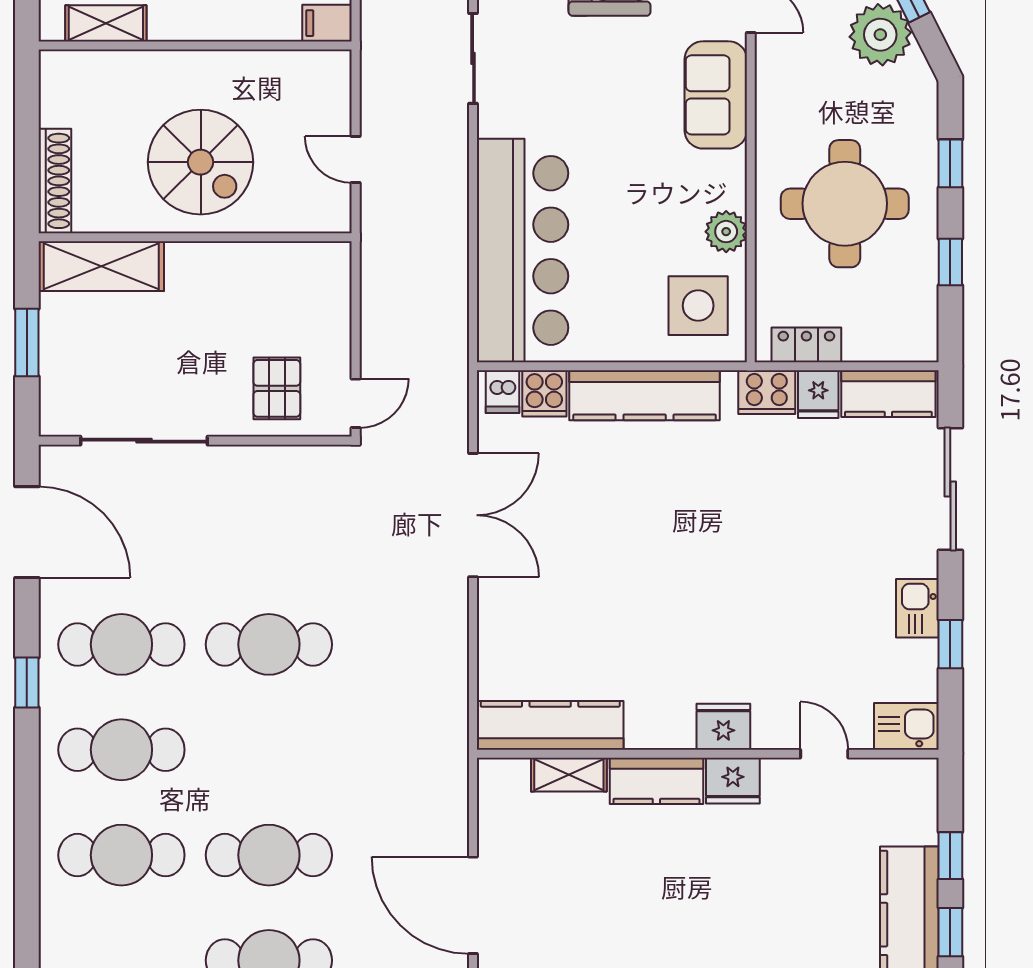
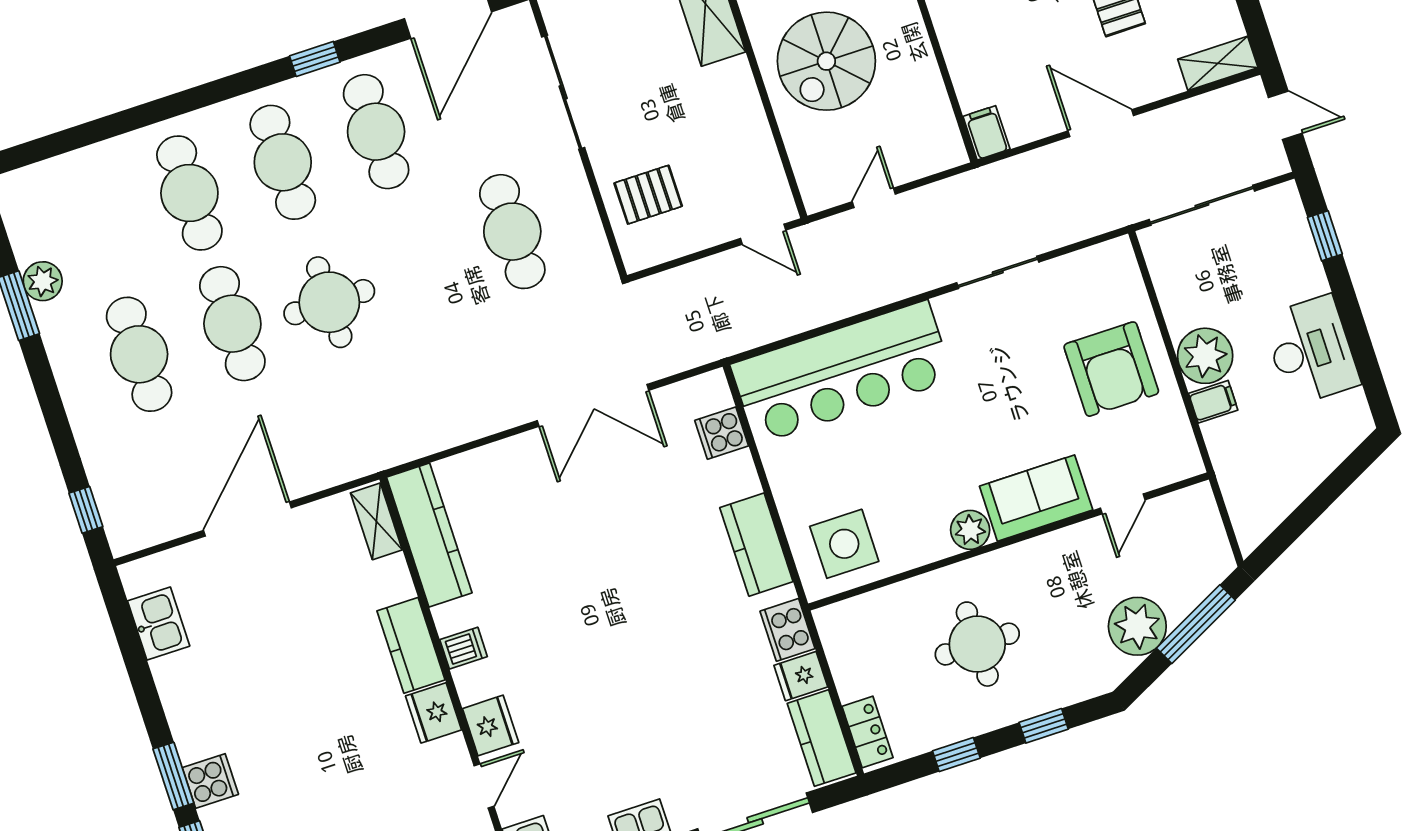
round table: (845, 204) -> (977, 644), width x0.73, depth x0.73
plant: (726, 232) -> (970, 530), moved
locker: (806, 345) -> (868, 732), moved
dishwasher: (502, 392) -> (464, 648), moved, turned 180
kitchen counter: (645, 395) -> (756, 545), width x0.67
door: (356, 403) -> (763, 234), moved
cafe table: (269, 644) -> (512, 232), moved
fridge: (723, 727) -> (491, 726), moved
round table: (280, 749) -> (329, 302), added
shelving: (569, 775) -> (376, 521), moved

